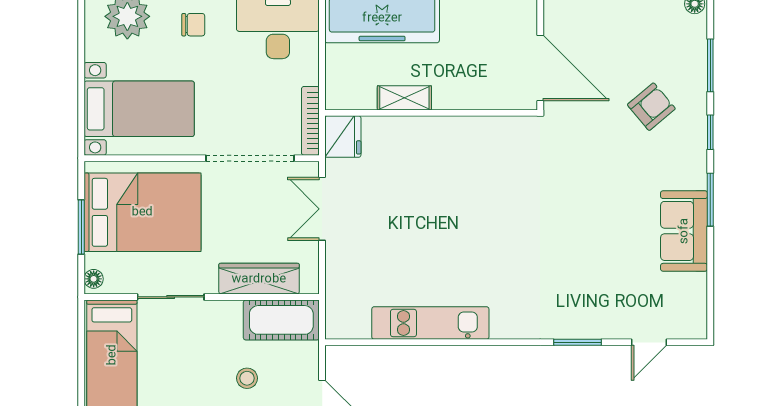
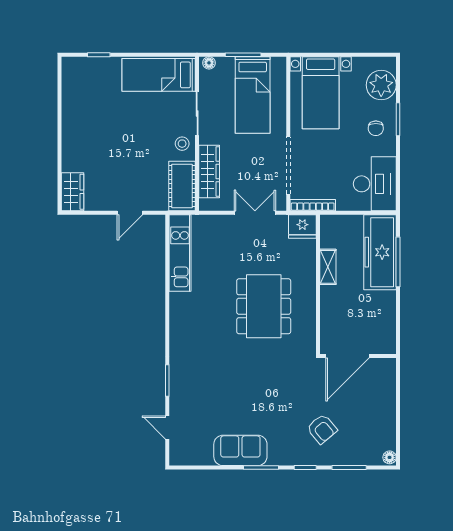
dining table: (464, 195) -> (264, 306), added
bed: (142, 212) -> (253, 95), width x0.67
kitchen unit: (430, 323) -> (180, 253), moved
stool: (247, 378) -> (182, 144), moved

